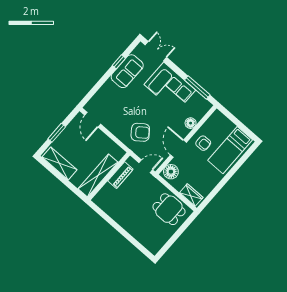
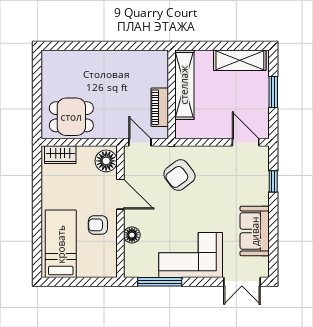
window: (119, 62) -> (273, 181), moved
door: (146, 166) -> (140, 142), swing flipped

